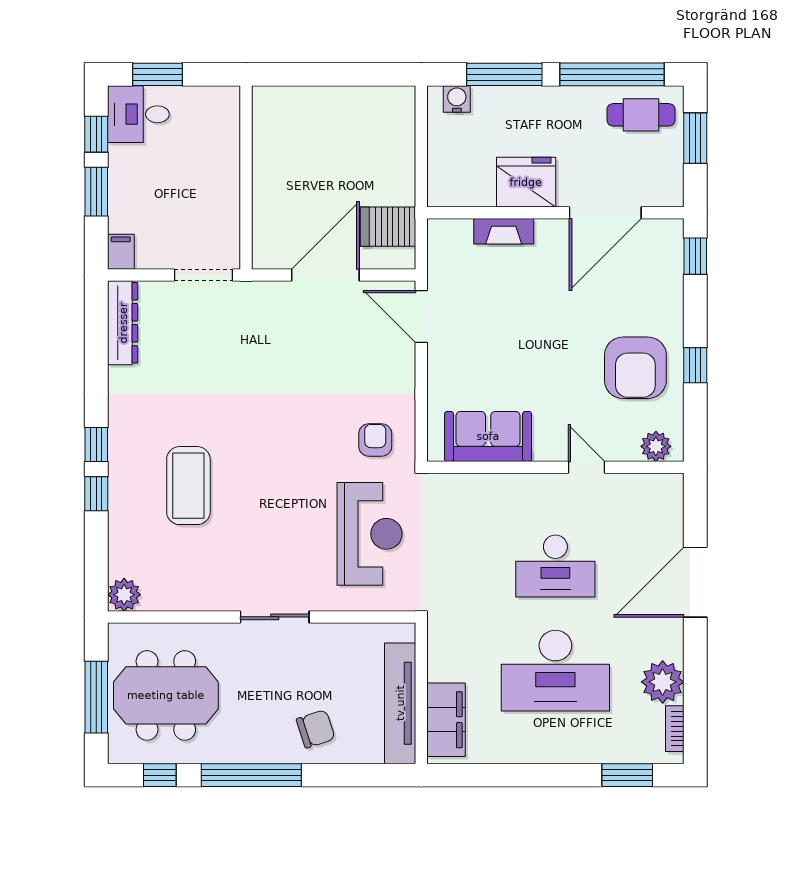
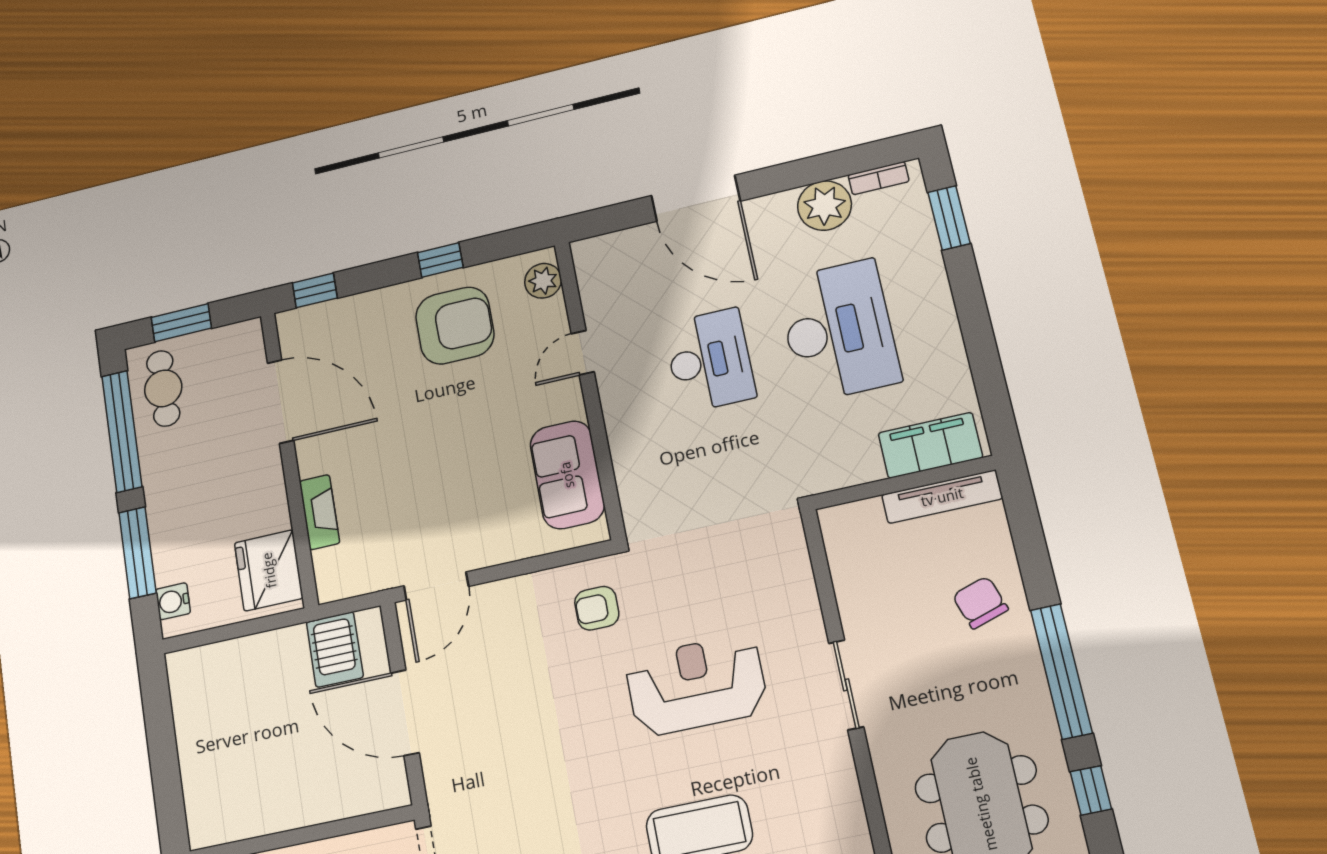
fridge: (526, 182) -> (269, 570), moved
reception desk: (370, 534) -> (696, 685), moved
tv unit: (400, 703) -> (942, 497), width x0.73, depth x0.78

